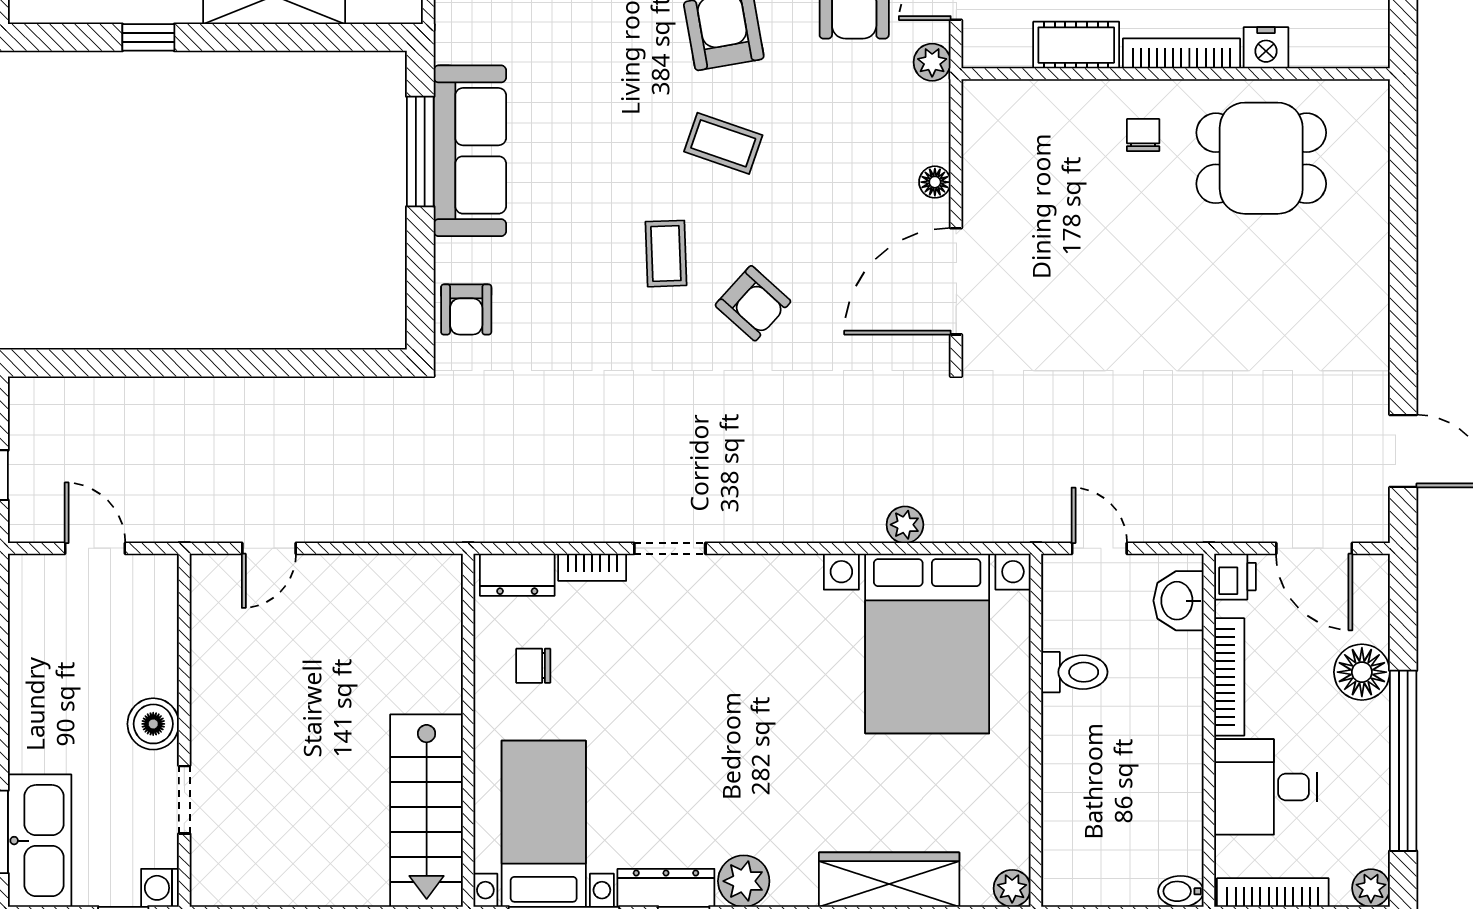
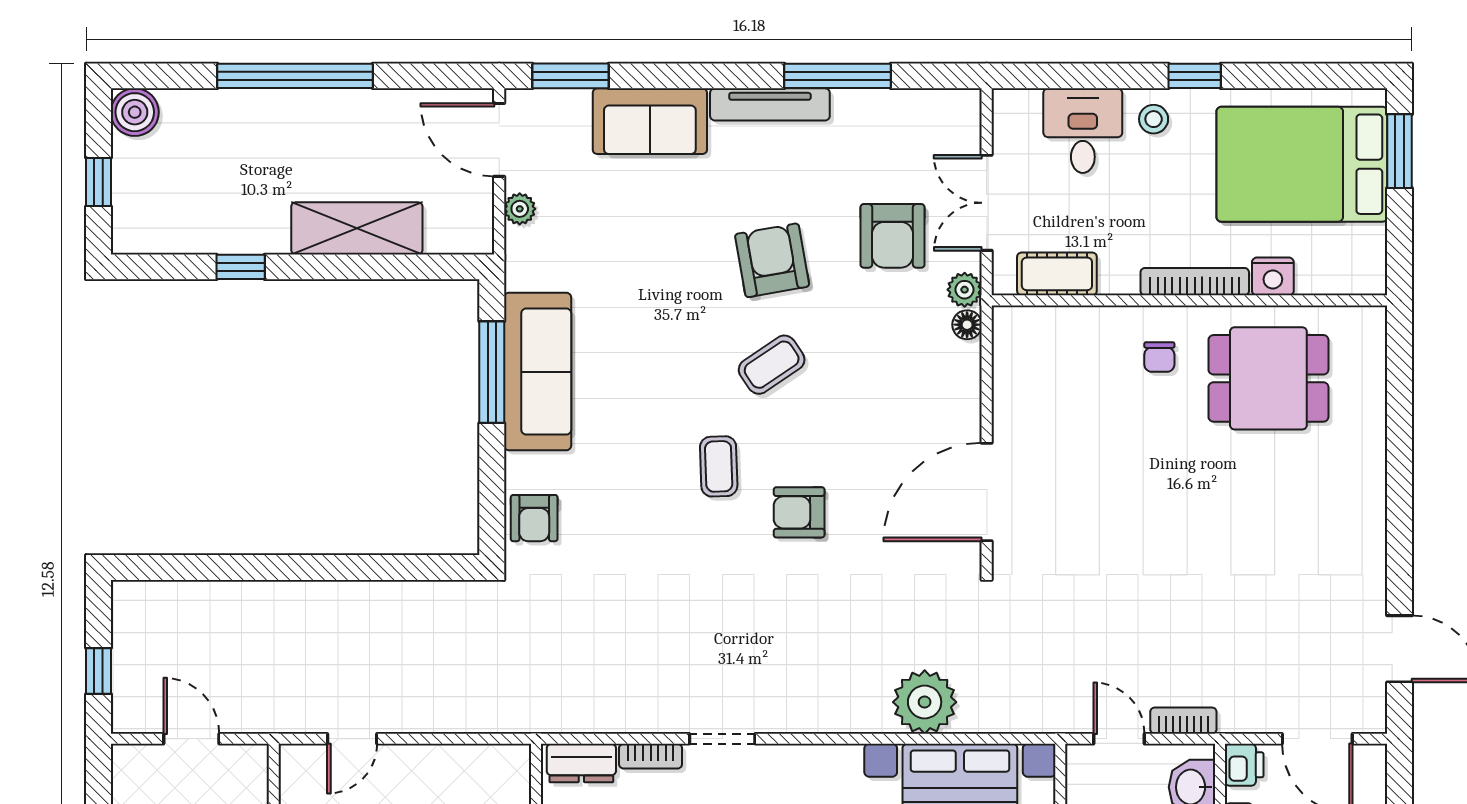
cot: (1076, 45) -> (1057, 274), moved
chair: (1143, 135) -> (1159, 357), turned 180
coffee table: (723, 143) -> (772, 365), turned -53
floor lamp: (935, 182) -> (967, 325), moved
armchair: (753, 303) -> (799, 512), turned 138
plant: (905, 525) -> (925, 702), width x1.88, depth x1.88
bookcase: (1169, 529) -> (1183, 721), added

